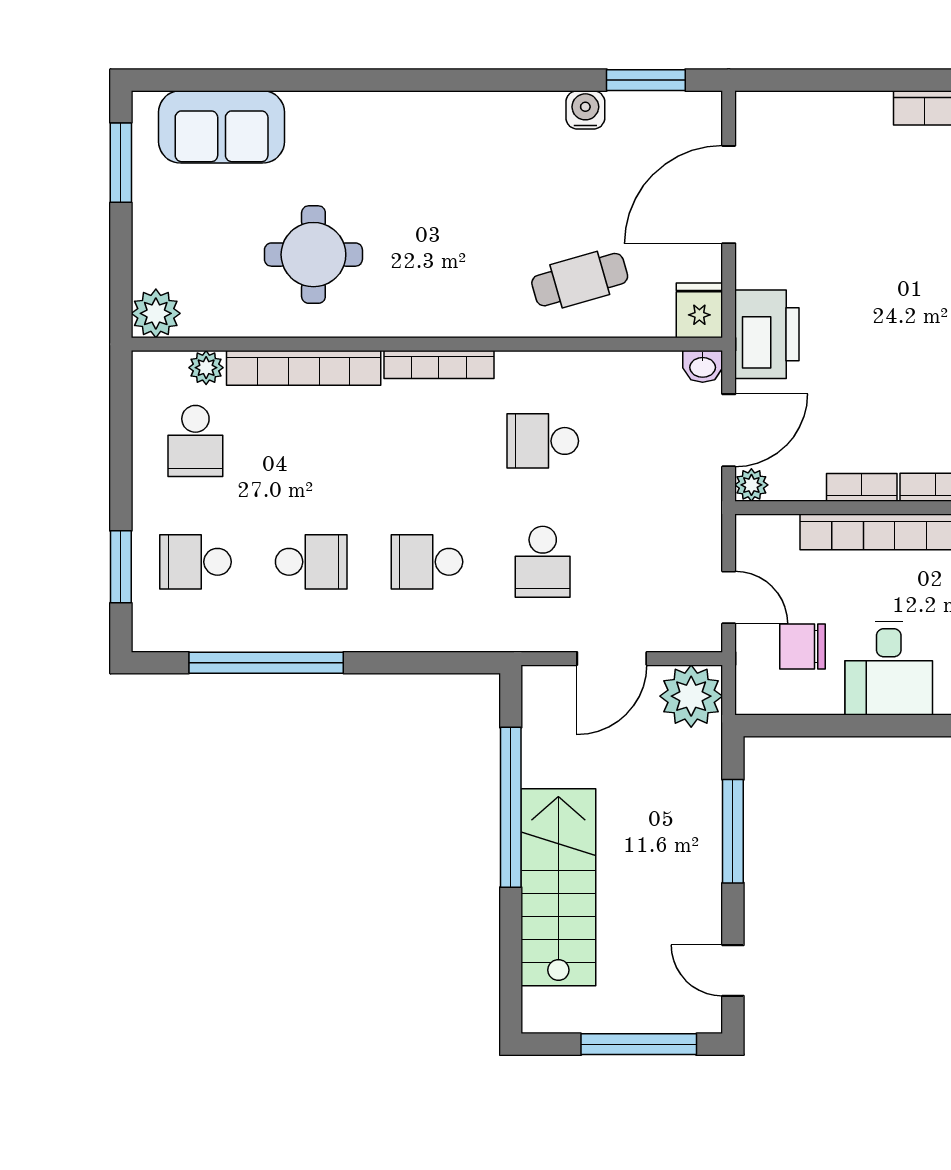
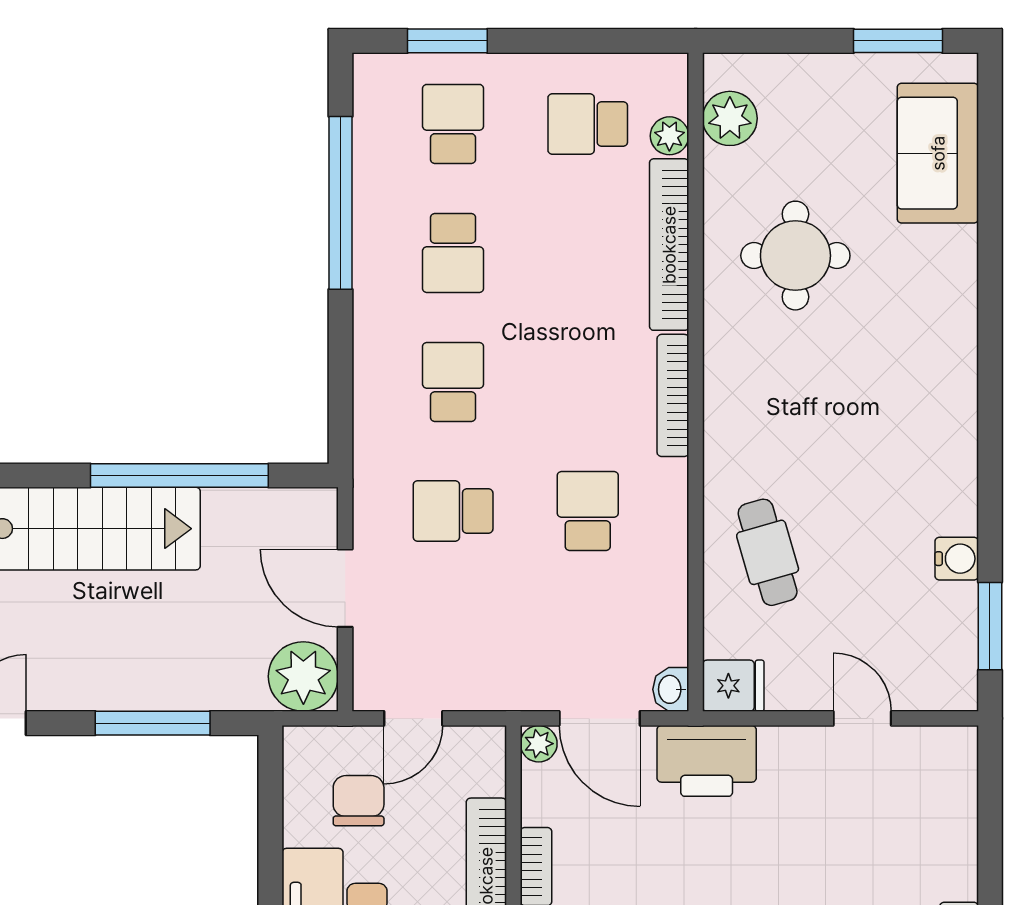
door: (729, 195) -> (862, 718), width x0.53
plant: (156, 313) -> (730, 118), moved

